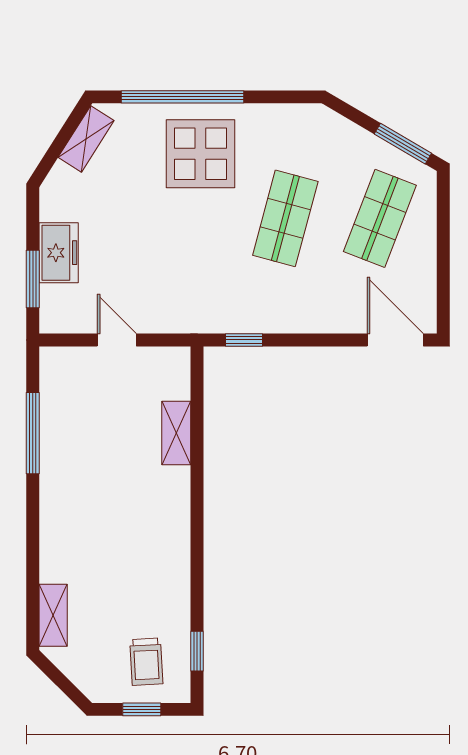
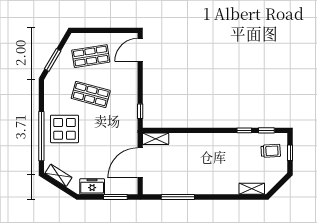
window: (403, 144) -> (53, 60), moved
shop shelf: (380, 218) -> (91, 56), turned -30
freezer: (59, 253) -> (92, 186), moved
door: (117, 340) -> (140, 163), width x1.88
shelving: (176, 433) -> (156, 139), moved
window: (197, 596) -> (244, 130), added

